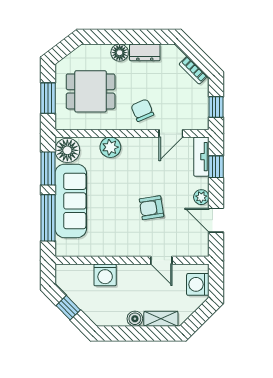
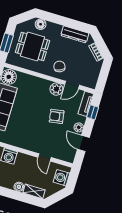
dresser: (145, 52) -> (75, 34), width x1.44
floor lamp: (120, 53) -> (41, 24), moved
window: (216, 107) -> (103, 77), removed
plant: (110, 147) -> (56, 89), moved
armchair: (151, 208) -> (57, 116), moved

